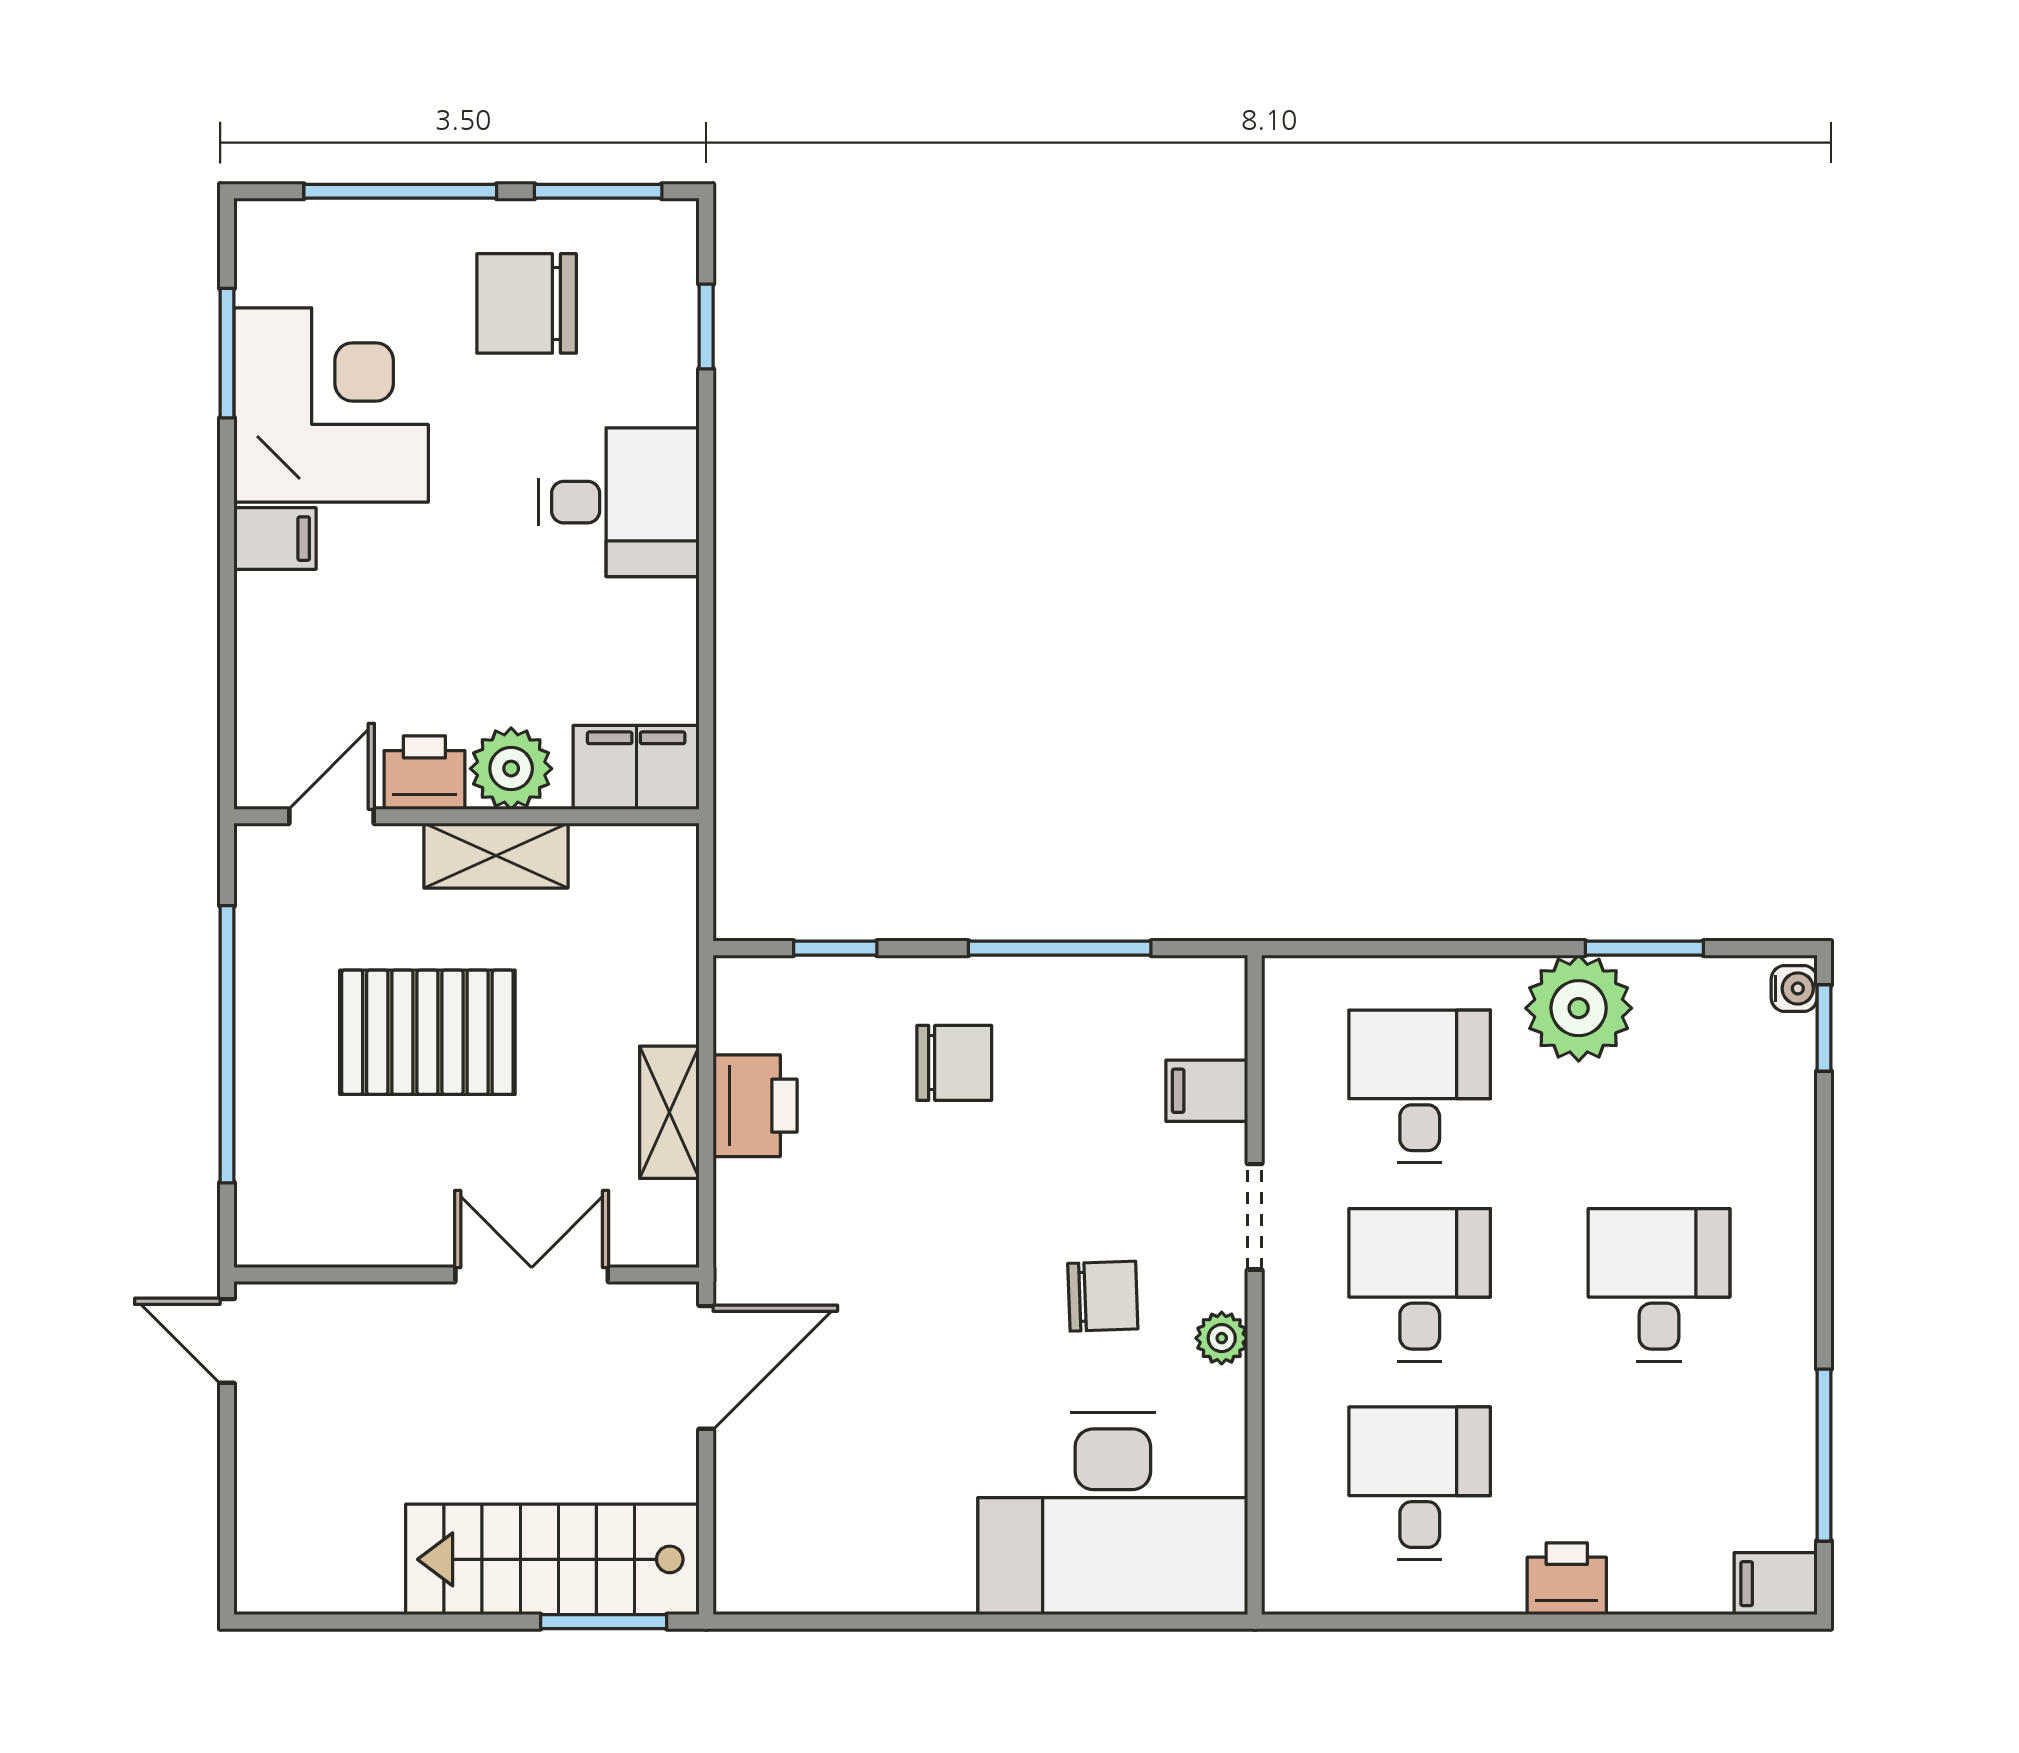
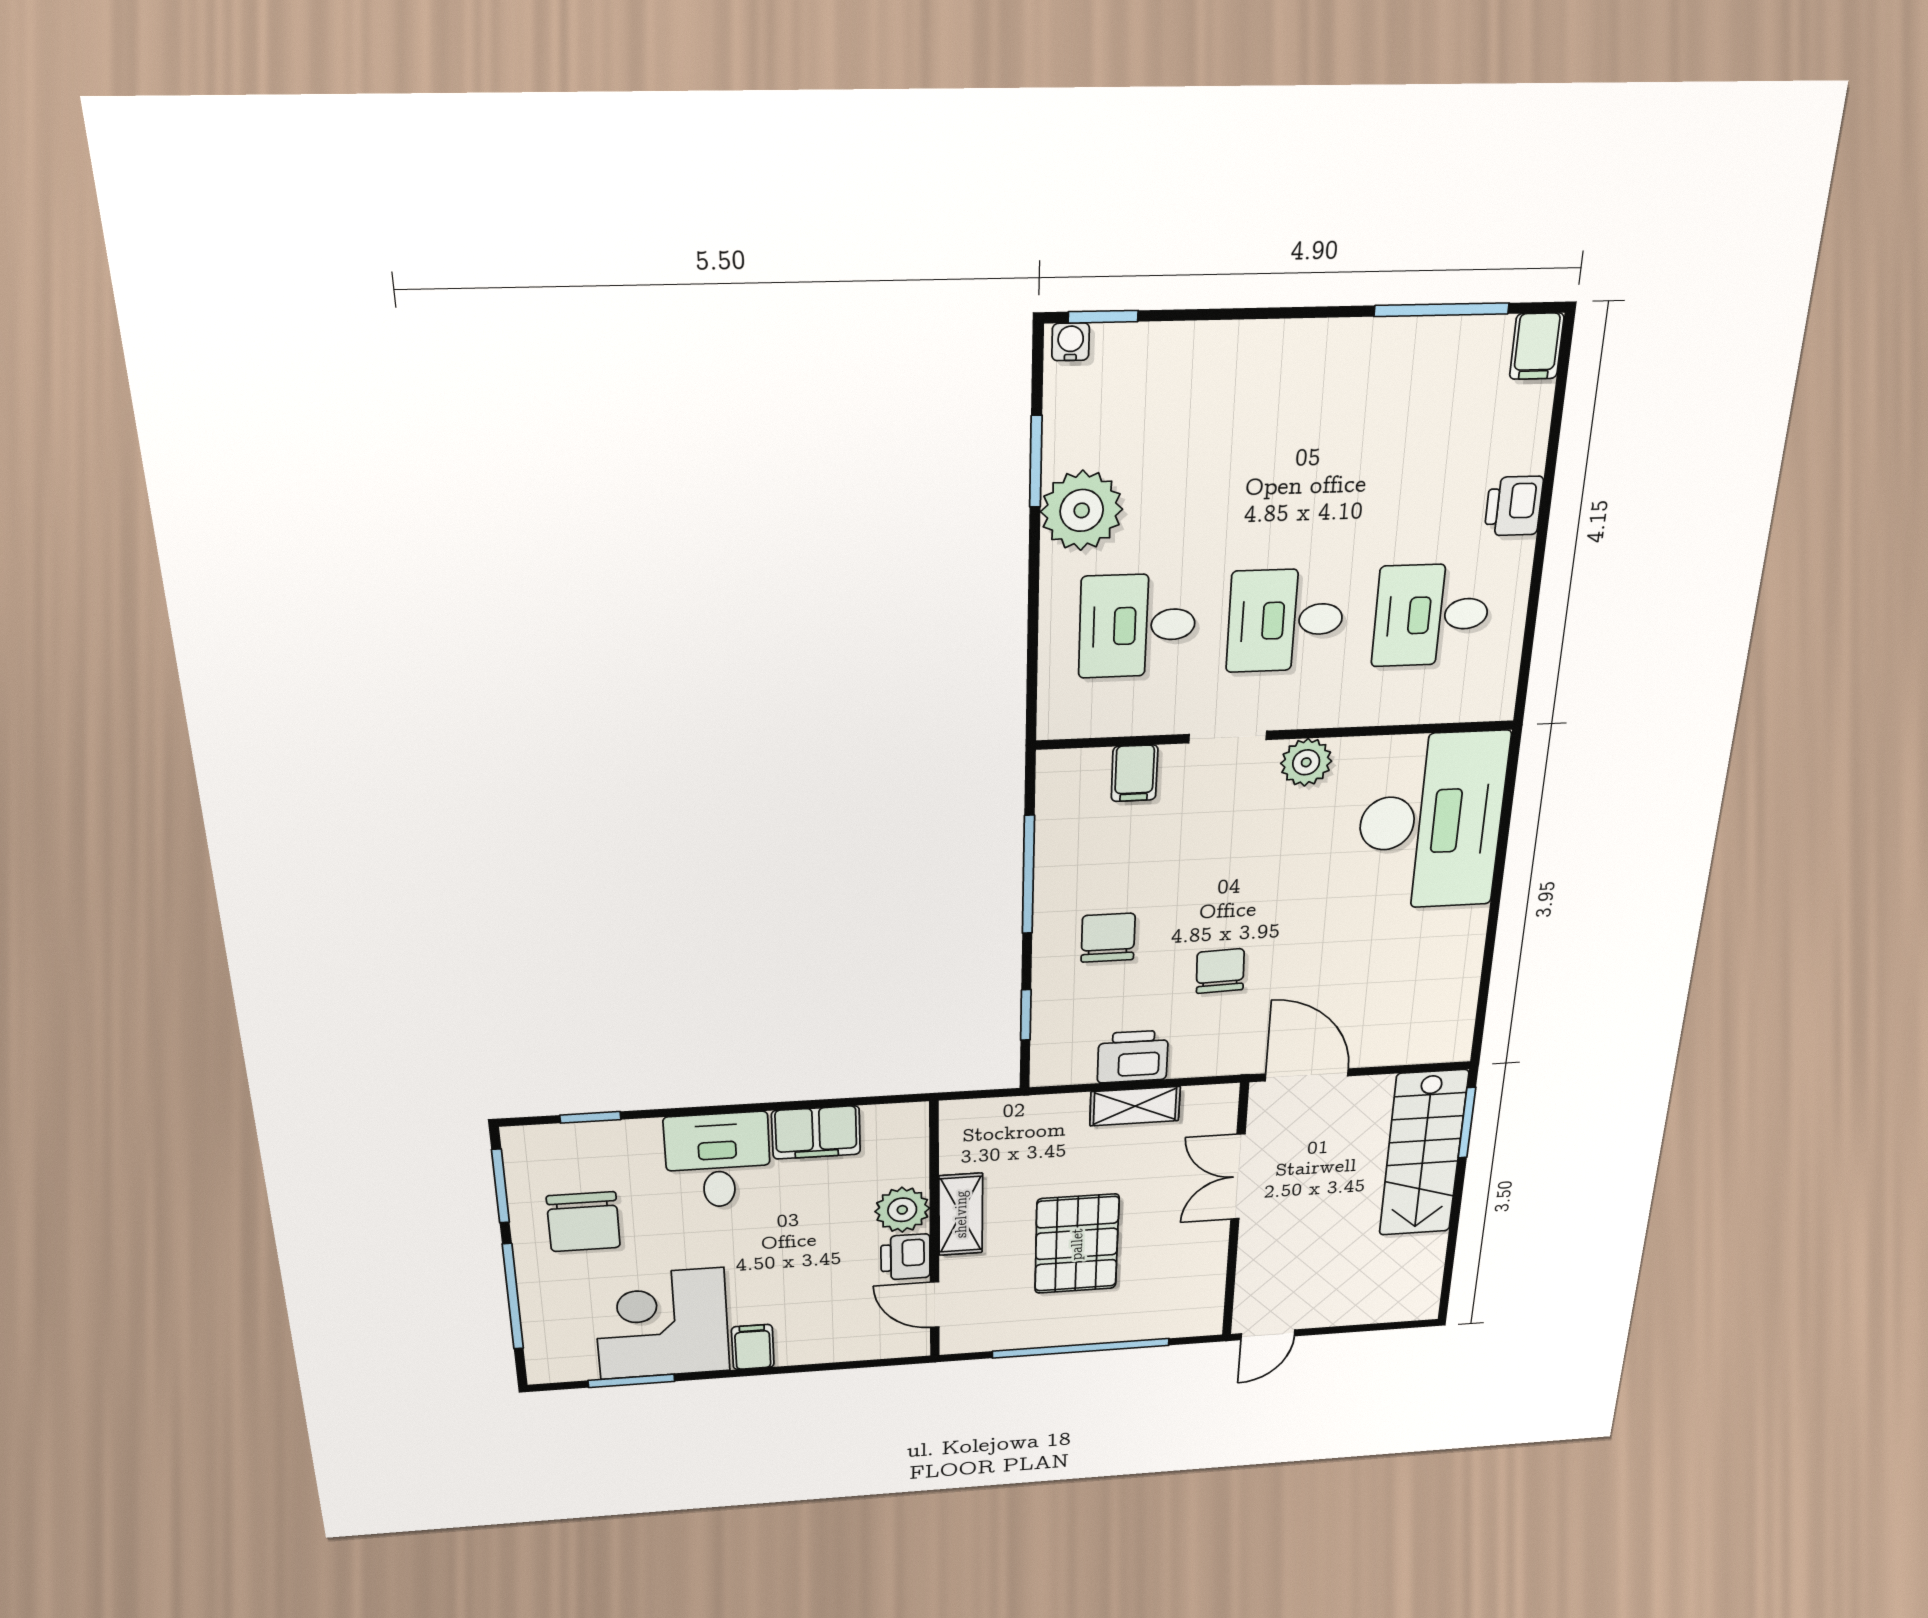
filing cabinet: (636, 767) -> (816, 1132), moved, turned -90
desk: (1659, 1285) -> (1299, 443), removed
chair: (1103, 1296) -> (1220, 971), moved
plant: (1222, 1338) -> (1306, 762), width x1.38, depth x1.38

